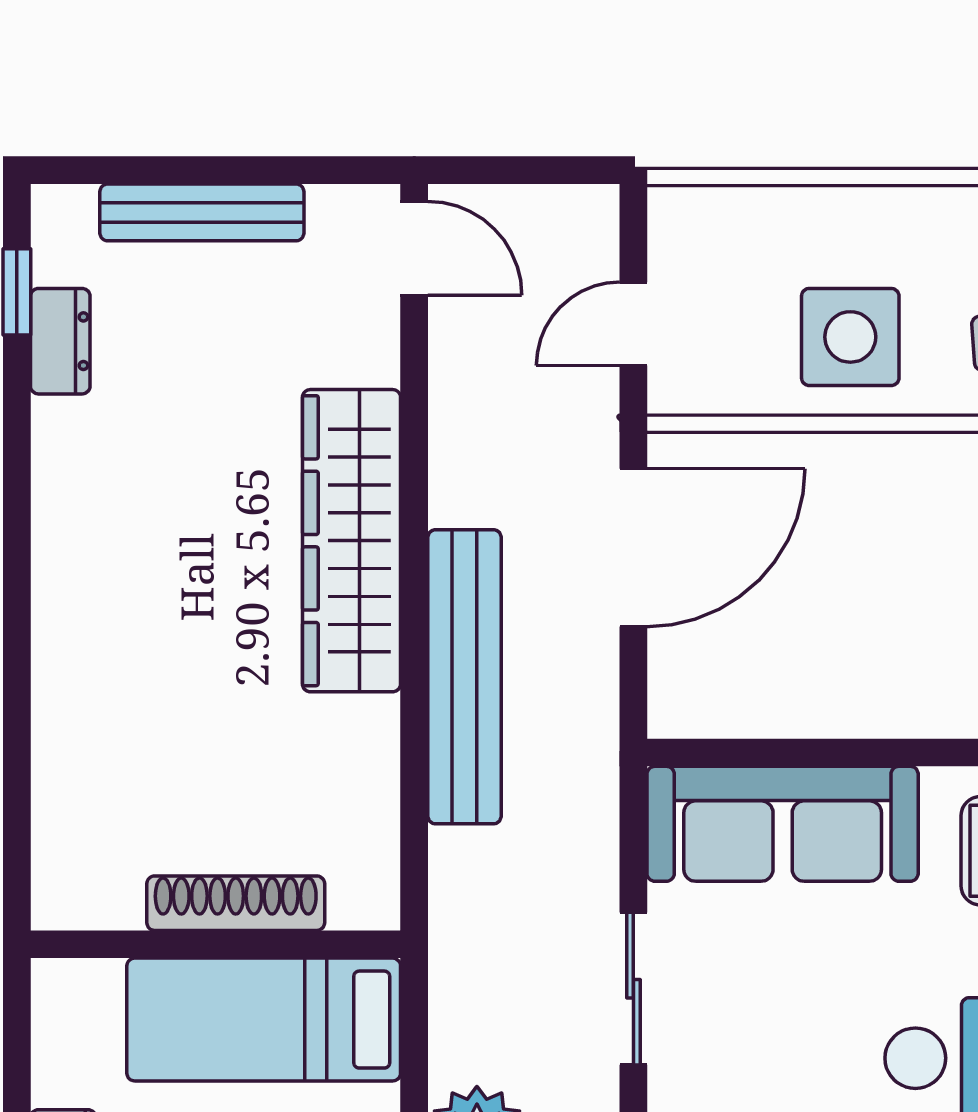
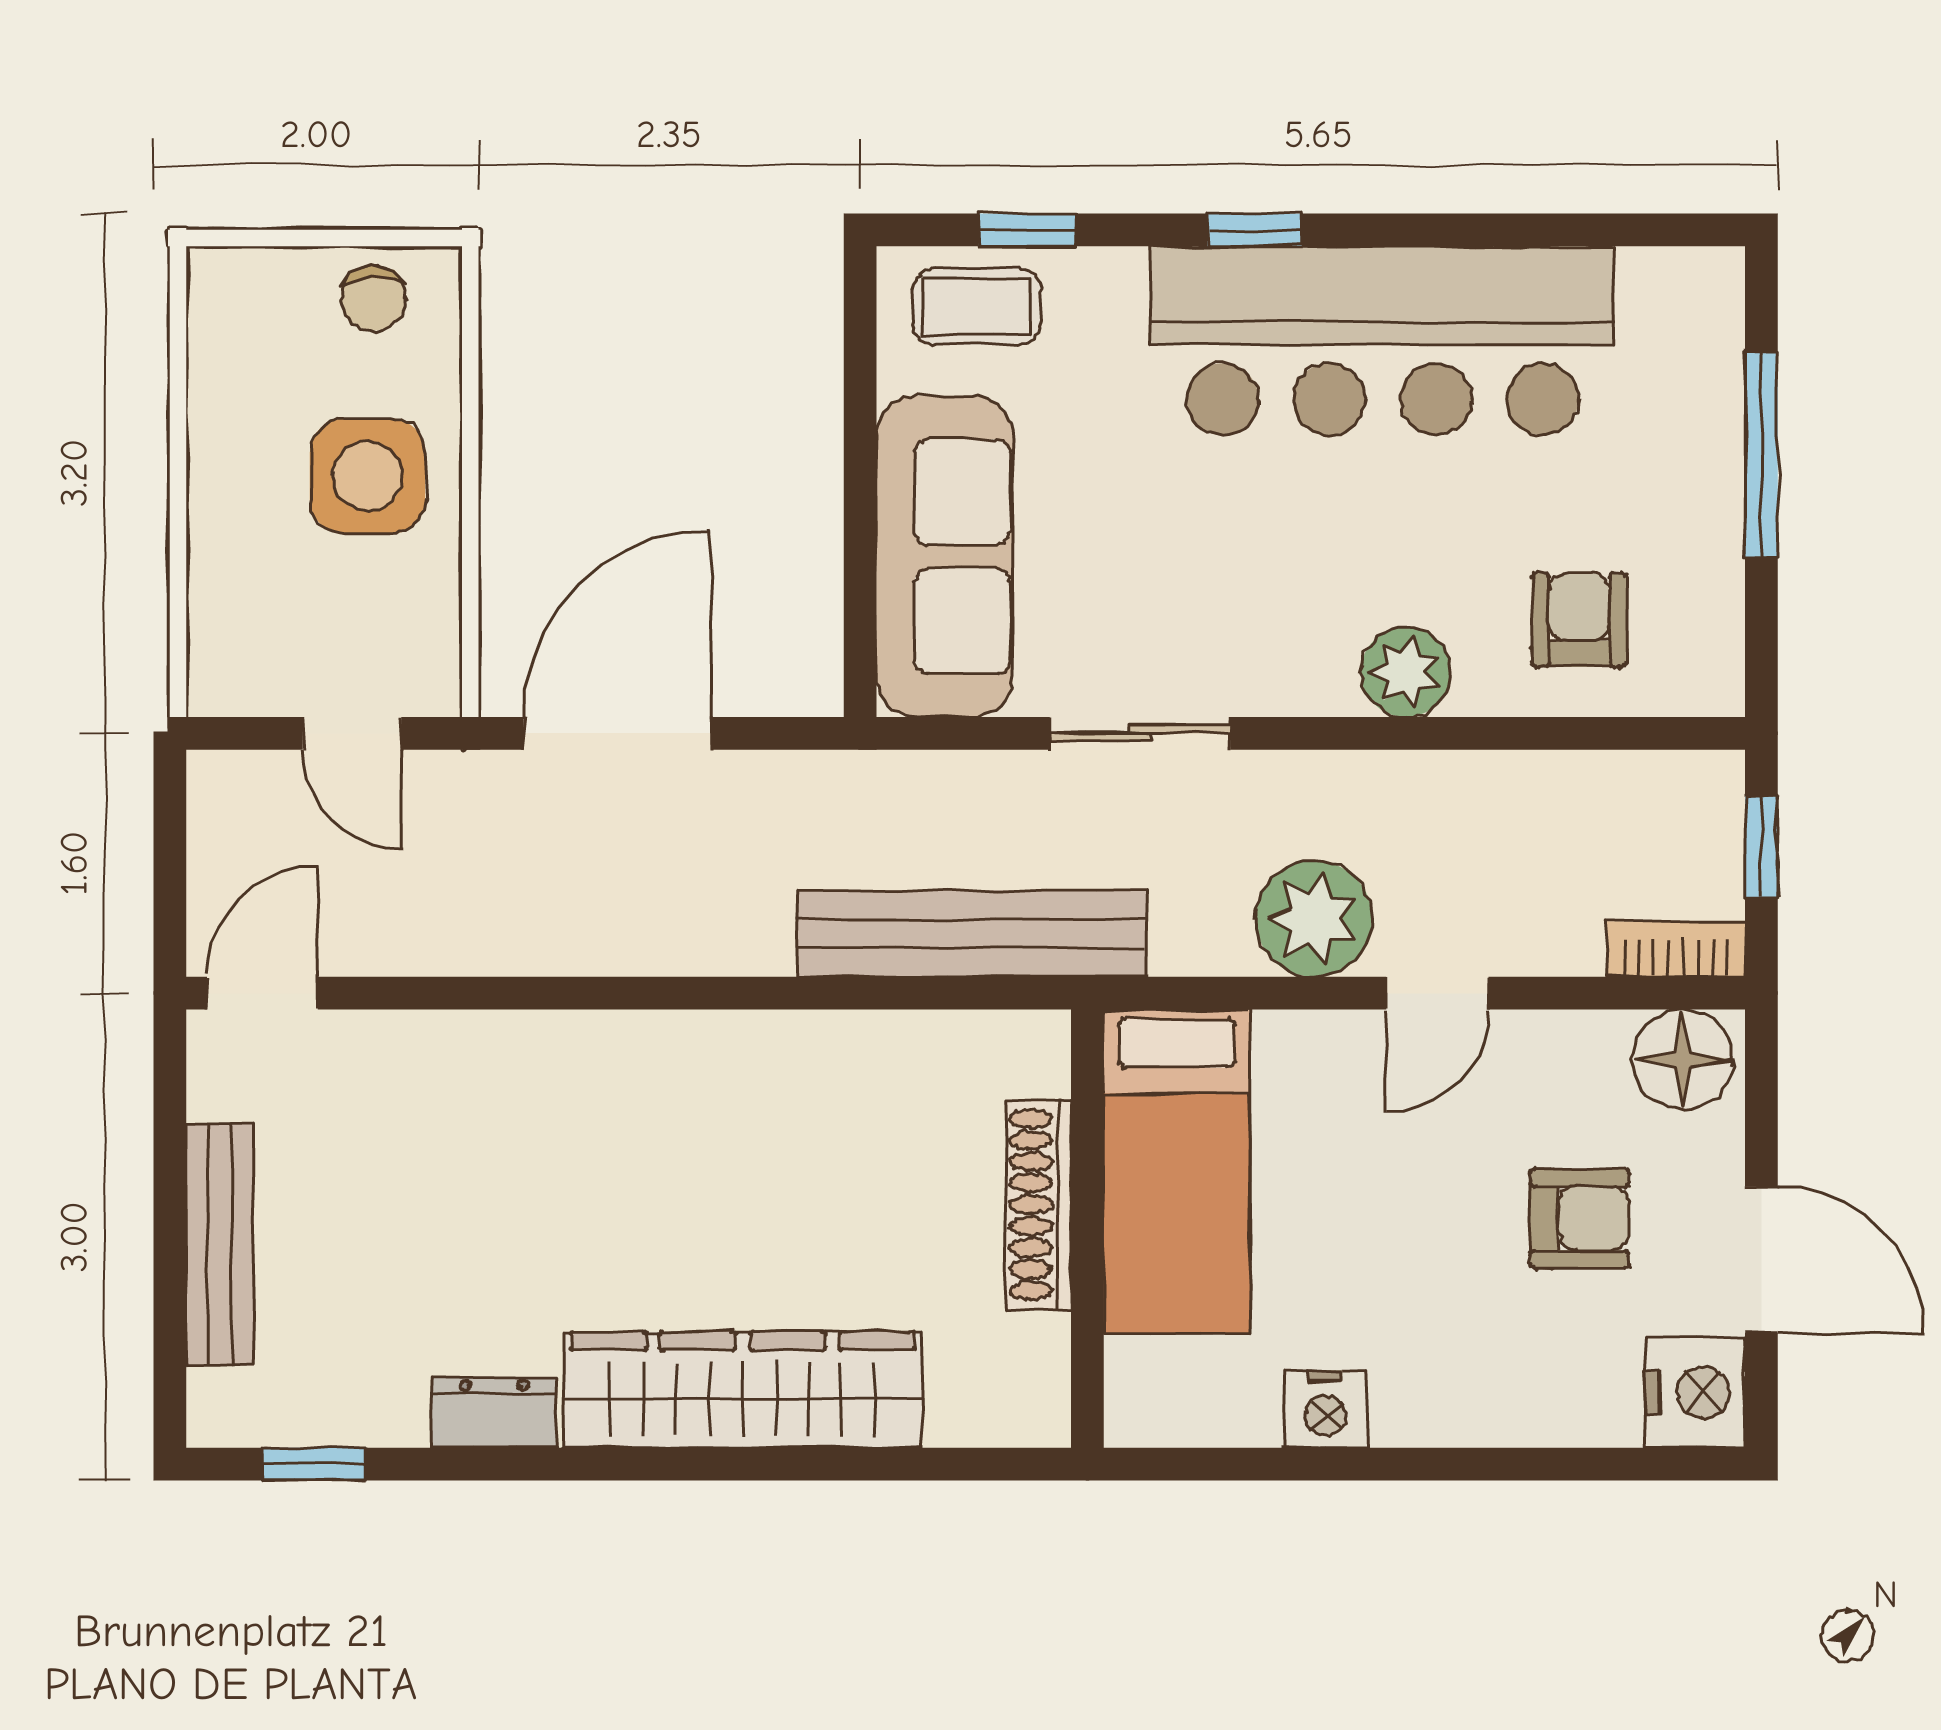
dresser: (60, 341) -> (494, 1413), moved
wardrobe: (352, 541) -> (743, 1390), moved, turned 180
door: (633, 548) -> (617, 733), hinge flipped
bench: (464, 677) -> (972, 933), moved

